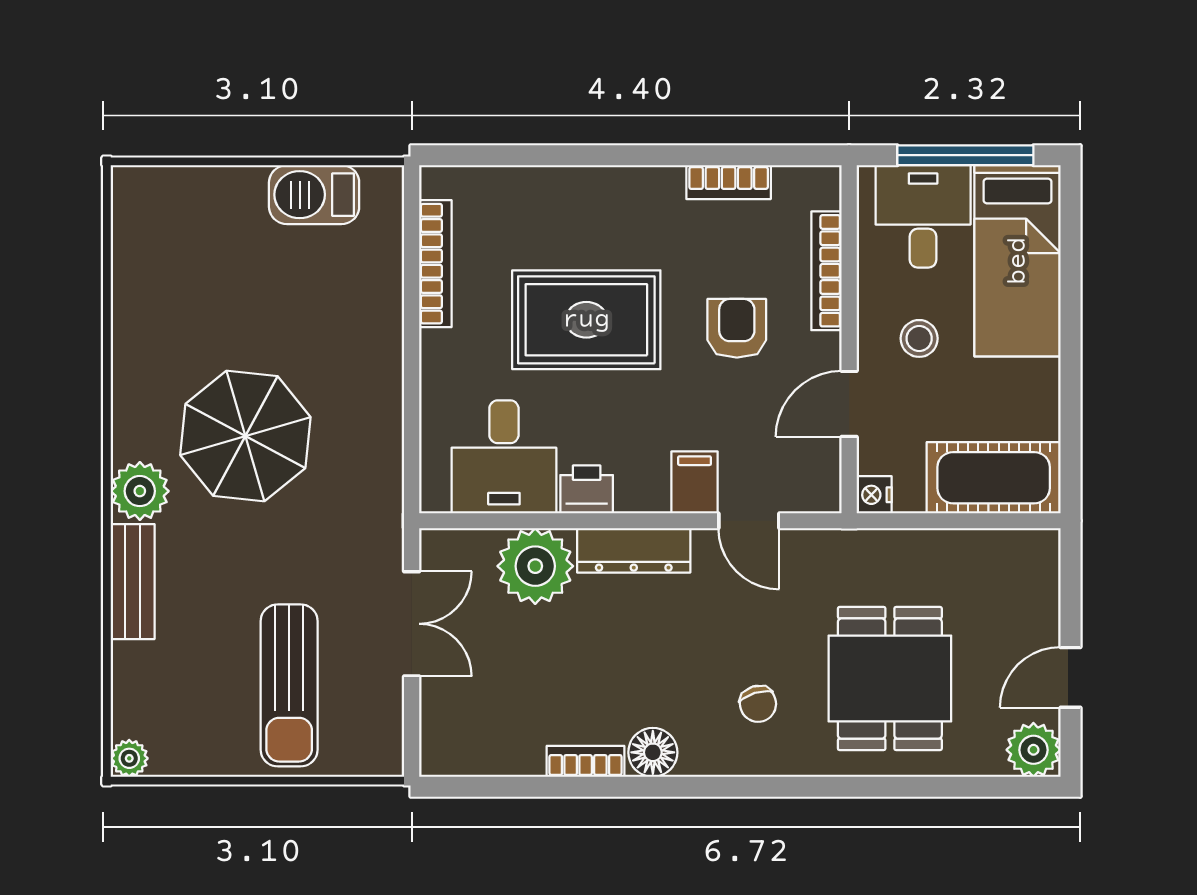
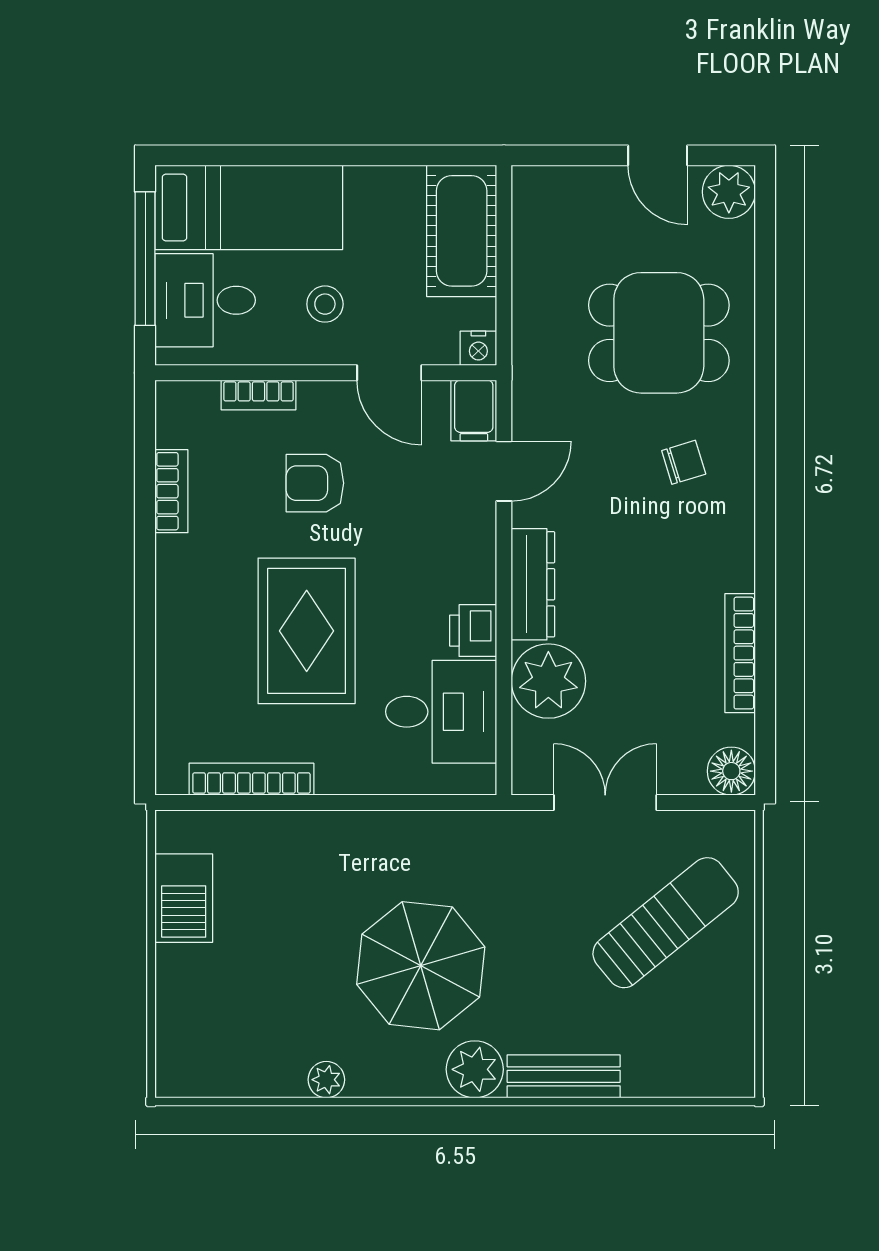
bookcase: (827, 271) -> (258, 395), width x0.64
filing cabinet: (695, 482) -> (474, 410), moved, turned -90
sun lounger: (289, 685) -> (666, 923), turned -39
floor lamp: (653, 752) -> (731, 771), moved
plant: (129, 758) -> (326, 1080), moved
bookcase: (586, 761) -> (740, 653), width x1.56

